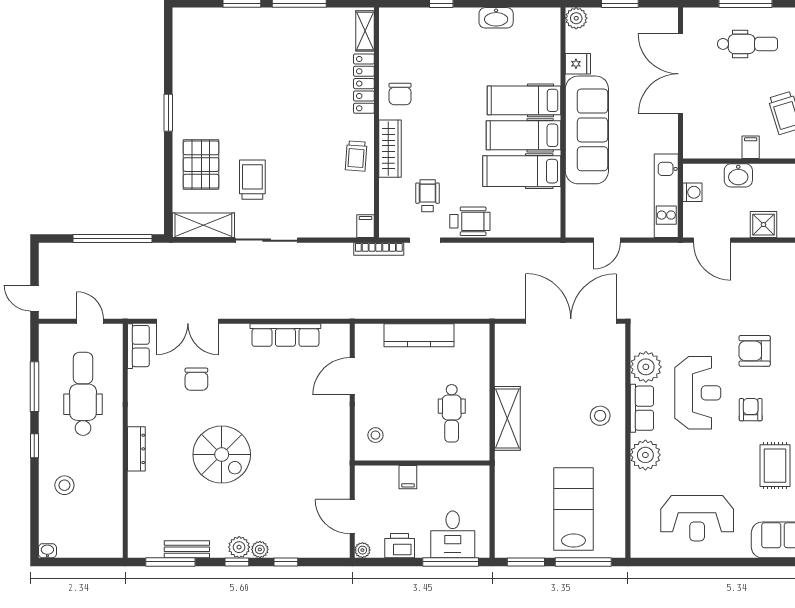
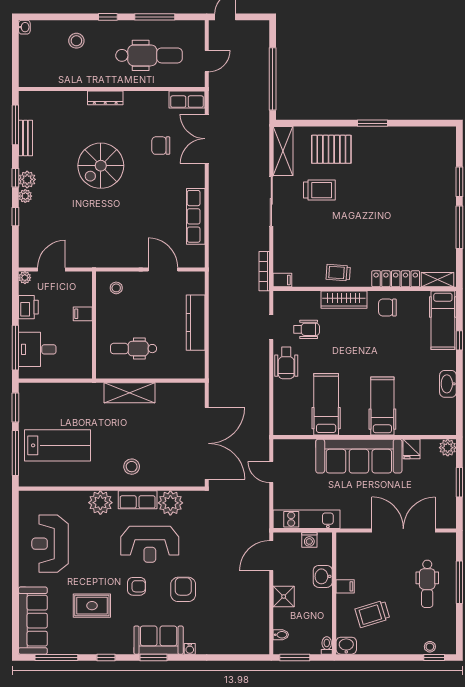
hospital bed: (523, 135) -> (443, 320), moved, turned 180
bookcase: (379, 249) -> (264, 271), moved

